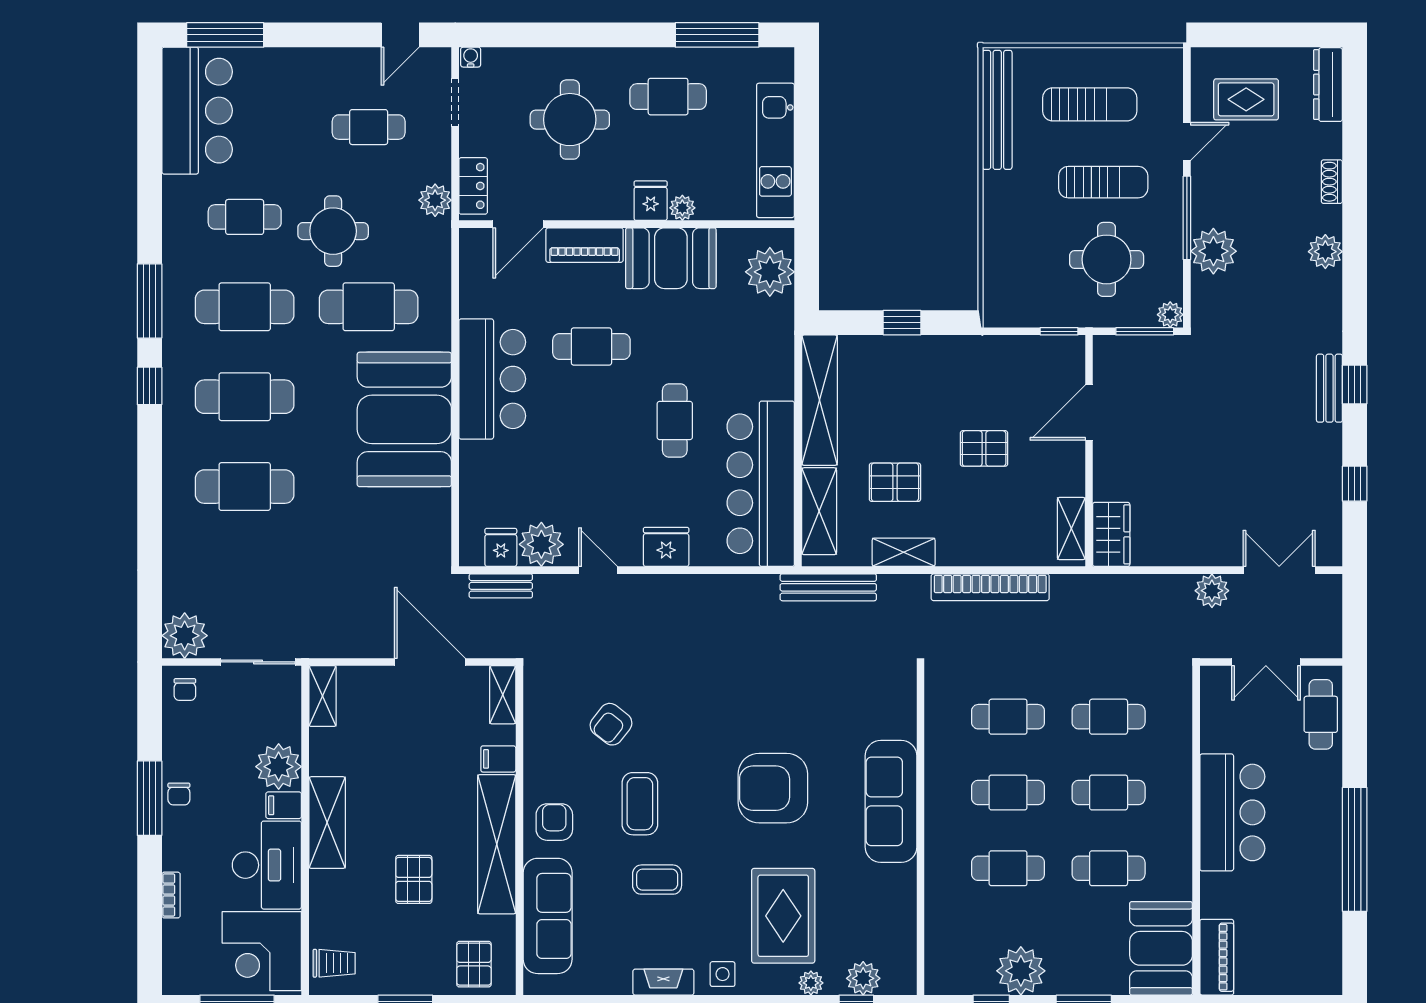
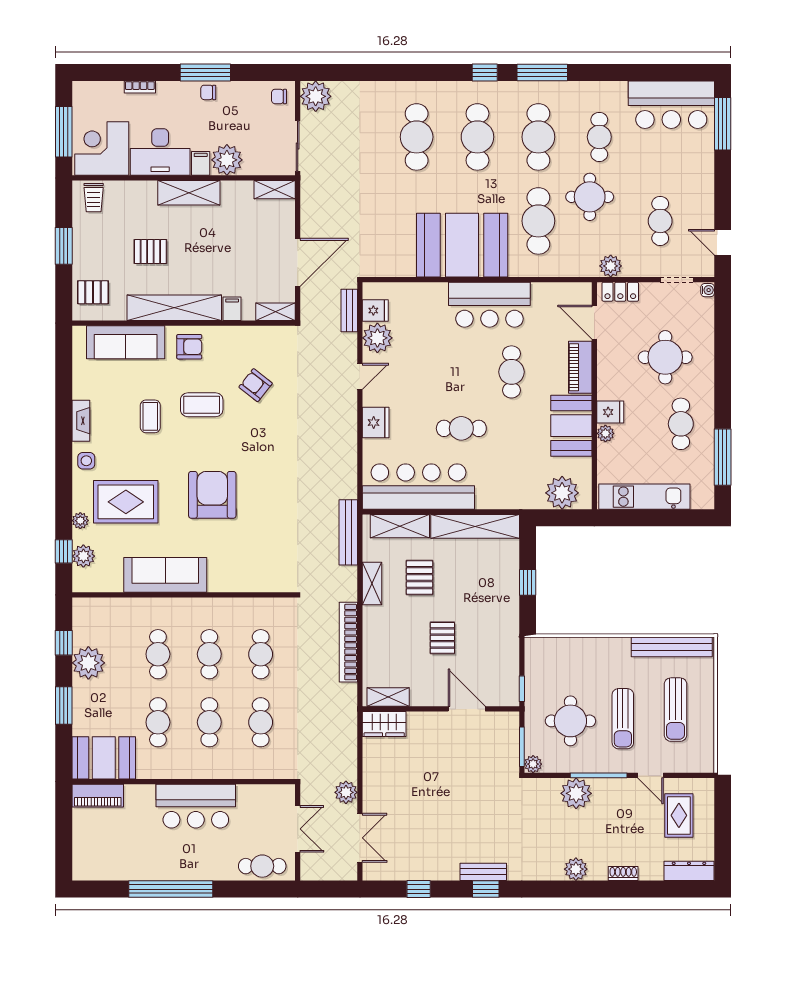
double door: (1266, 662) -> (298, 829), swing flipped
sofa: (891, 801) -> (165, 575), moved

